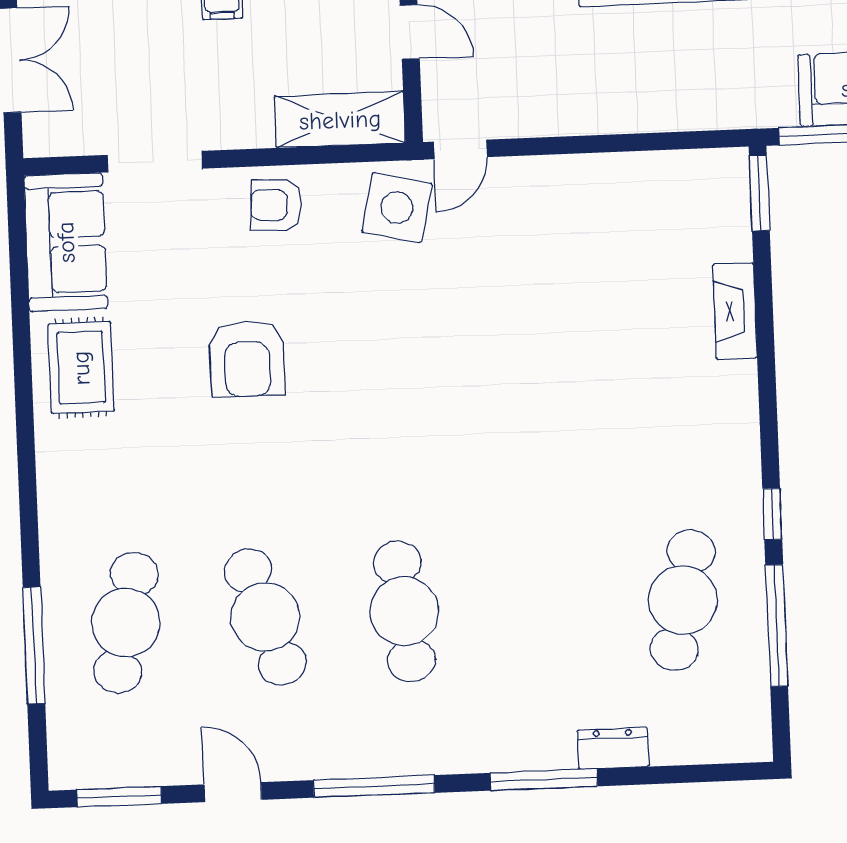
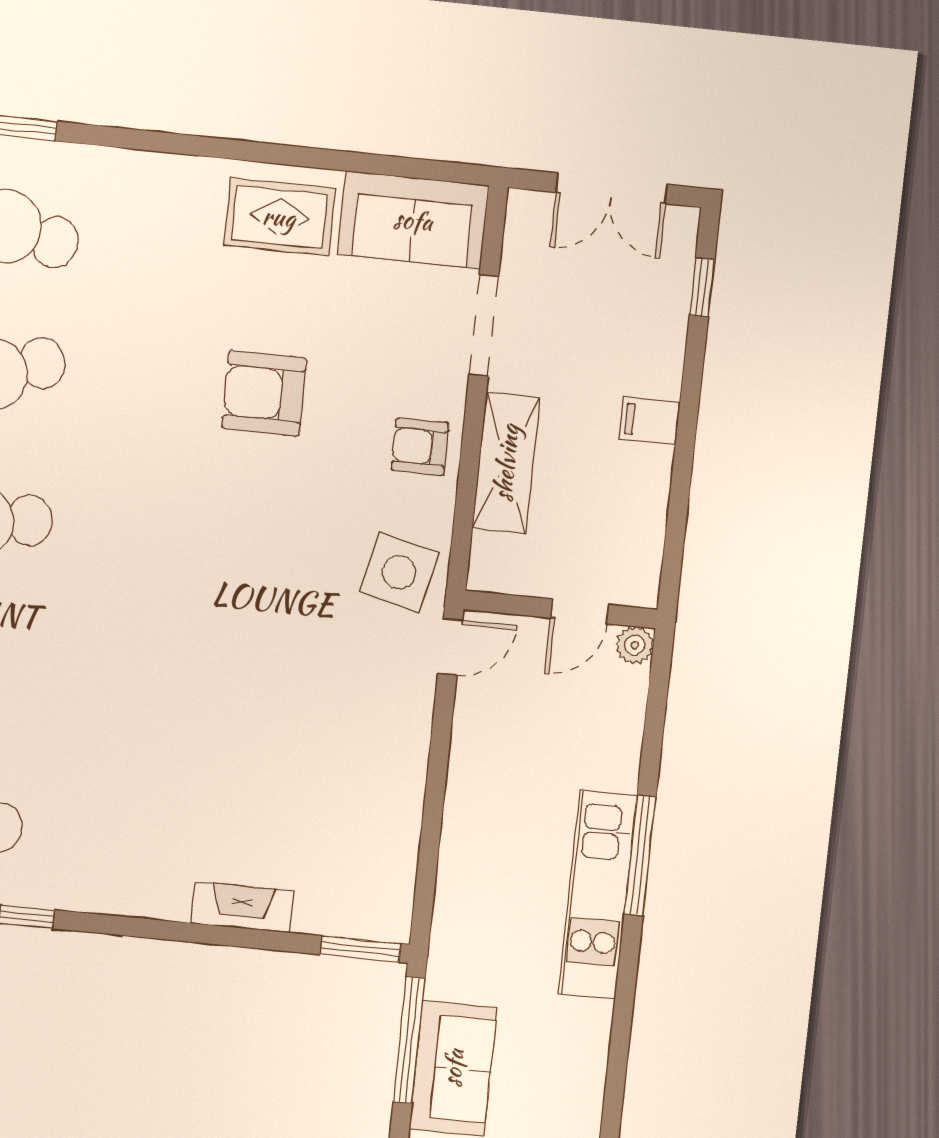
shelving: (340, 120) -> (506, 463), moved
door: (460, 149) -> (450, 647), swing flipped
armchair: (276, 205) -> (420, 447), turned -93

